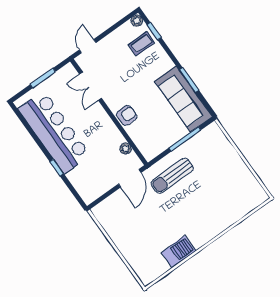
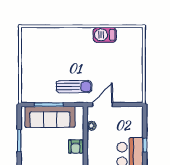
sofa: (183, 99) -> (50, 117), moved, turned 90
armchair: (127, 115) -> (76, 147), turned -90

